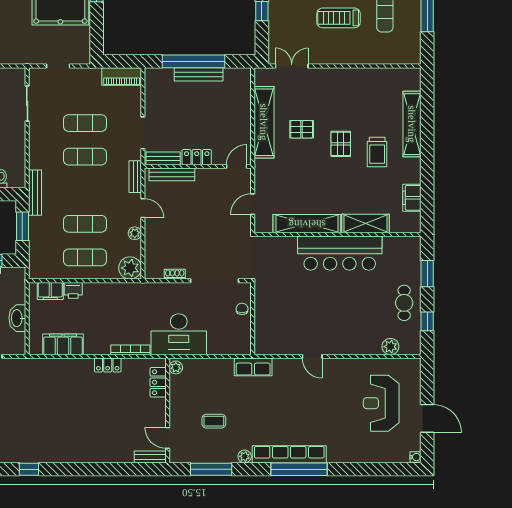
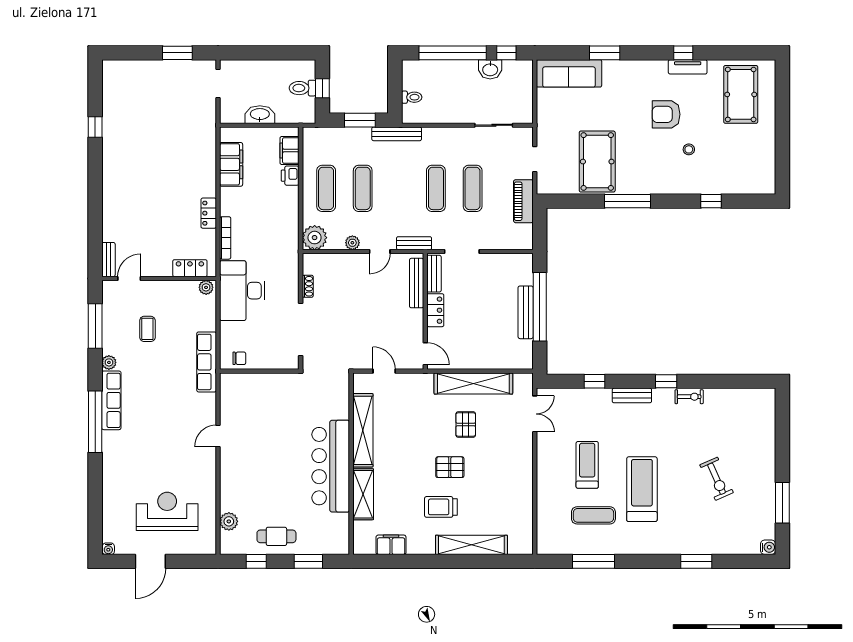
piano: (122, 76) -> (523, 201), moved
chair: (242, 309) -> (239, 358), moved
row of seats: (253, 367) -> (207, 362), width x1.48
row of seats: (289, 454) -> (111, 400), width x0.73

